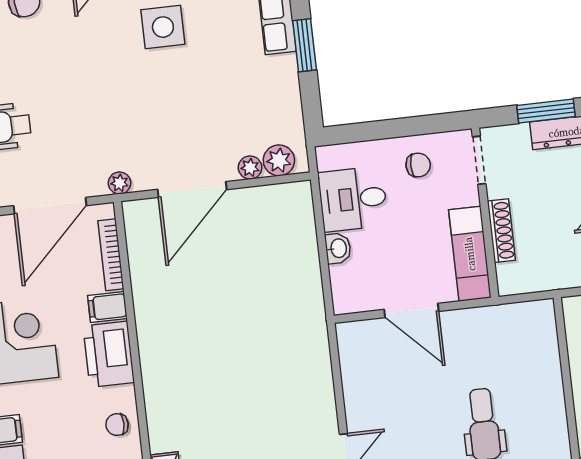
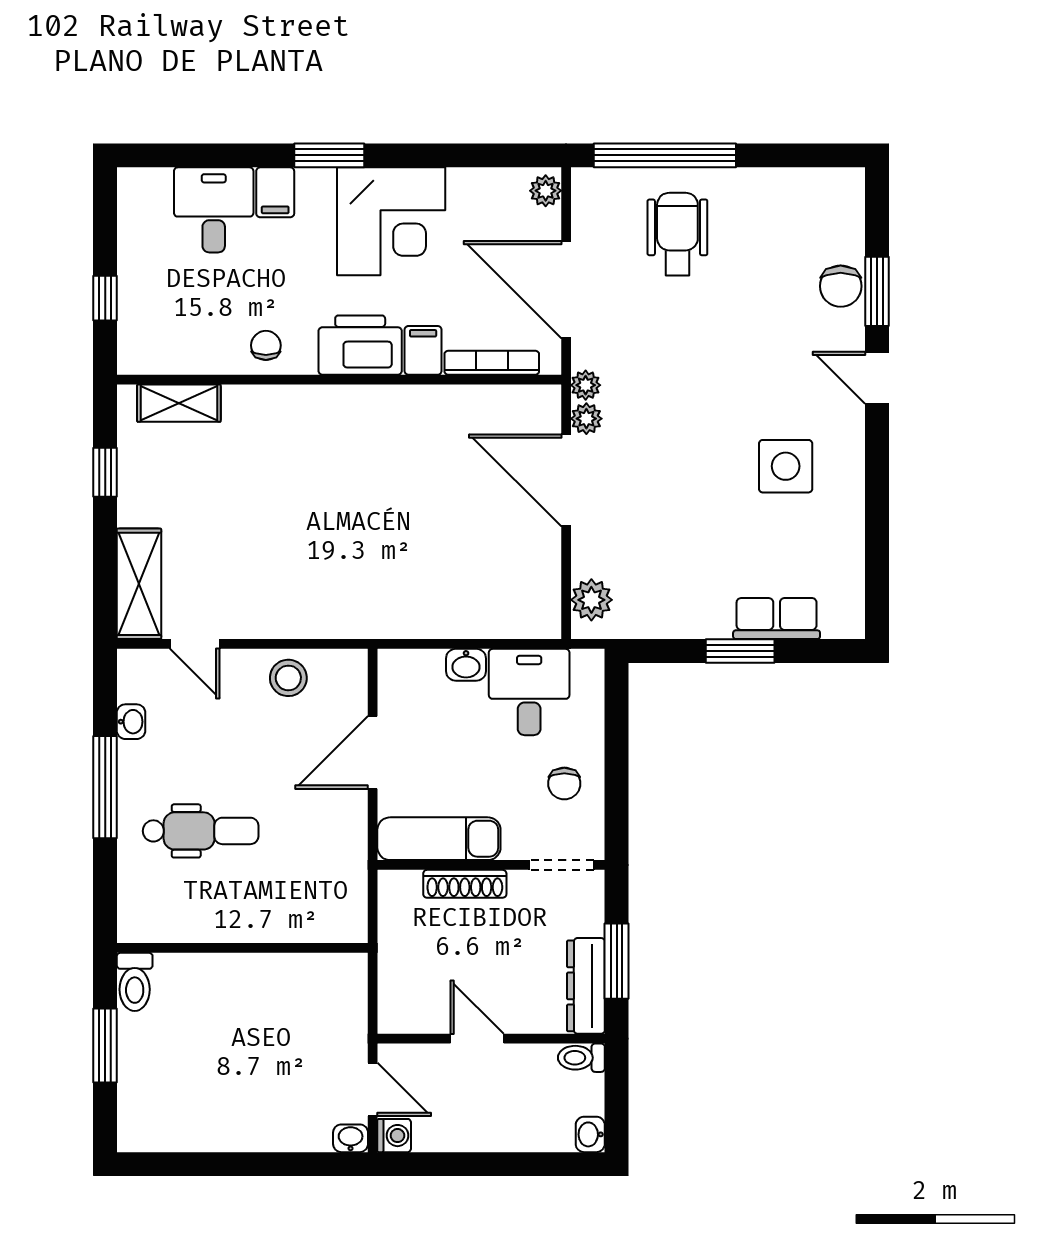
plant: (250, 168) -> (586, 419), moved
stool: (363, 380) -> (288, 678), added

